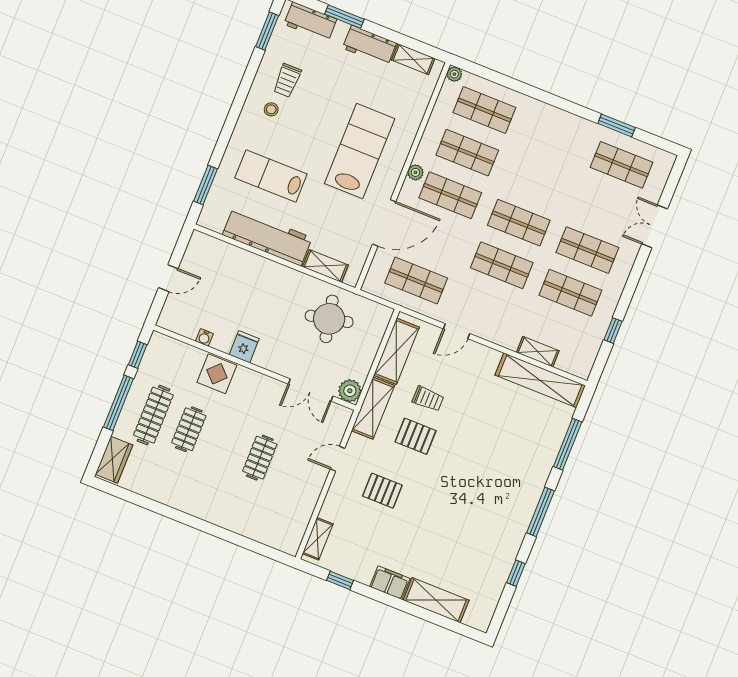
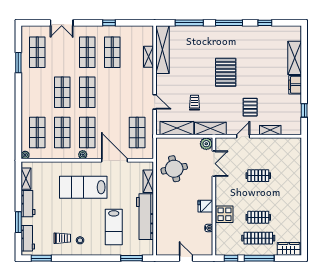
shop shelf: (502, 265) -> (62, 92), moved
window: (613, 331) -> (109, 23), moved
pallet: (416, 436) -> (226, 72), moved, width x1.50, depth x1.42
door: (338, 459) -> (243, 136), swing flipped
shelving: (318, 539) -> (270, 130), moved

